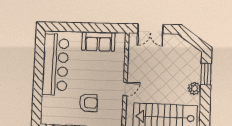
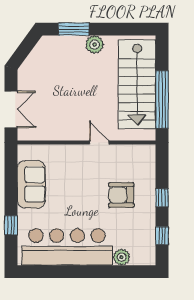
window: (72, 27) -> (11, 225), added
plant: (47, 101) -> (122, 257), added
armchair: (88, 103) -> (121, 195), turned -90

